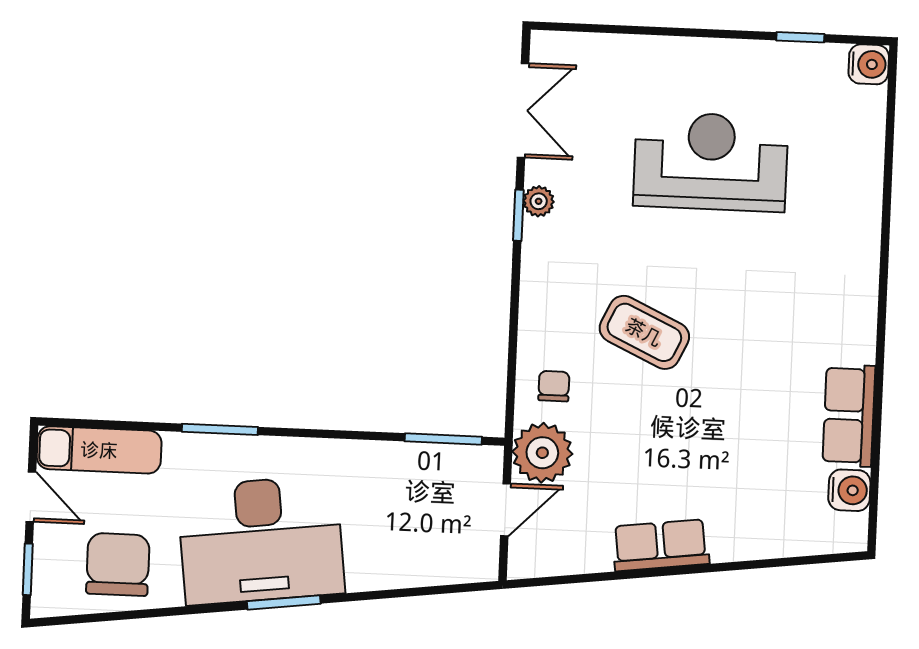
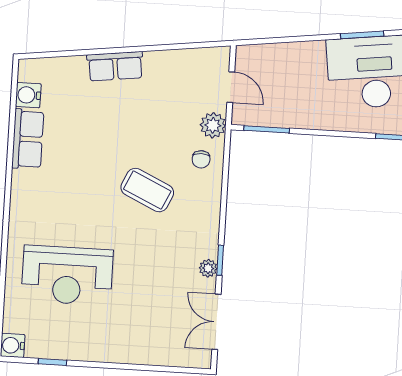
reception desk: (711, 162) -> (67, 275), moved
plant: (542, 453) -> (213, 125), width x0.73, depth x0.73
door: (506, 510) -> (231, 87), swing flipped
row of seats: (661, 545) -> (115, 66), moved

